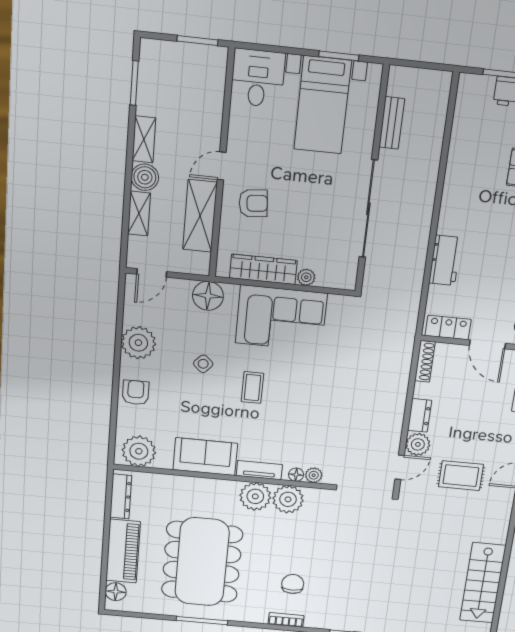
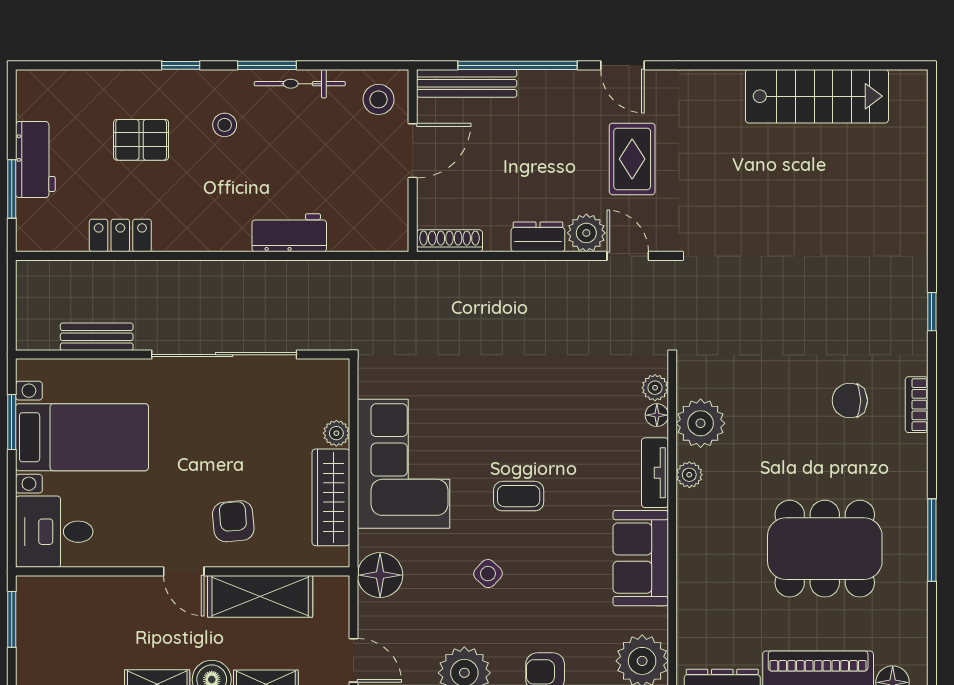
locker: (448, 328) -> (120, 236), moved, turned 90
plant: (255, 496) -> (689, 475), width x0.53, depth x0.53
dining table: (202, 562) -> (825, 549), width x0.73, depth x0.80

